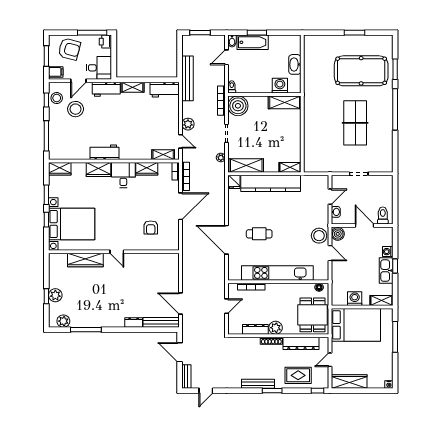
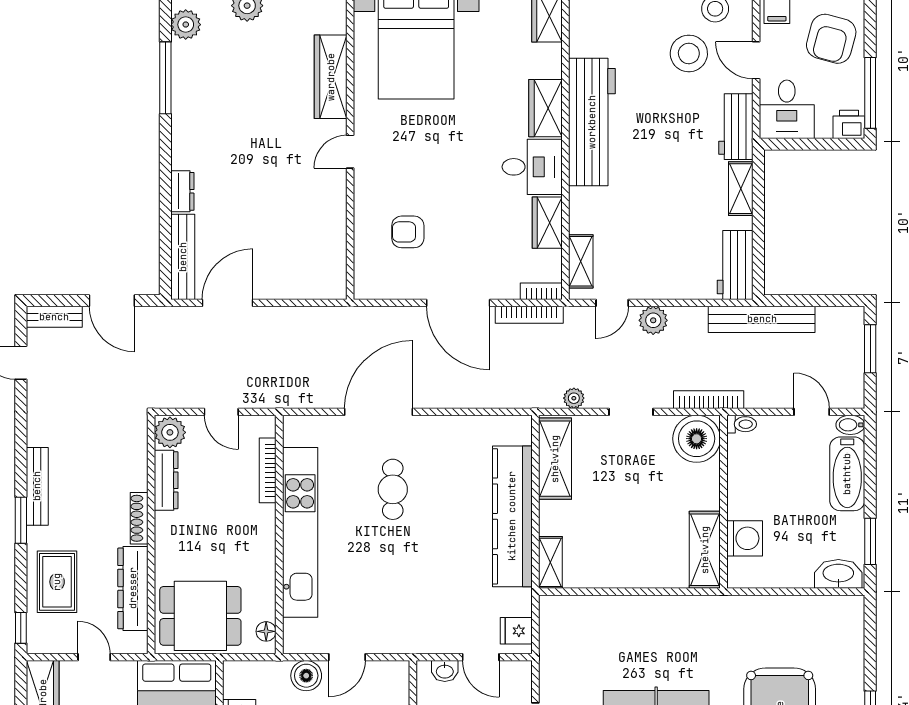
window: (257, 33) -> (870, 541), moved
washbasin: (295, 64) -> (838, 574), moved
workbench: (104, 152) -> (592, 122), width x1.88, depth x1.32
fridge: (234, 182) -> (516, 631), moved
boiler: (338, 234) -> (306, 676), moved
stool: (319, 236) -> (388, 631), removed
plant: (276, 328) -> (170, 432), moved
door: (180, 352) -> (112, 301), swing flipped

